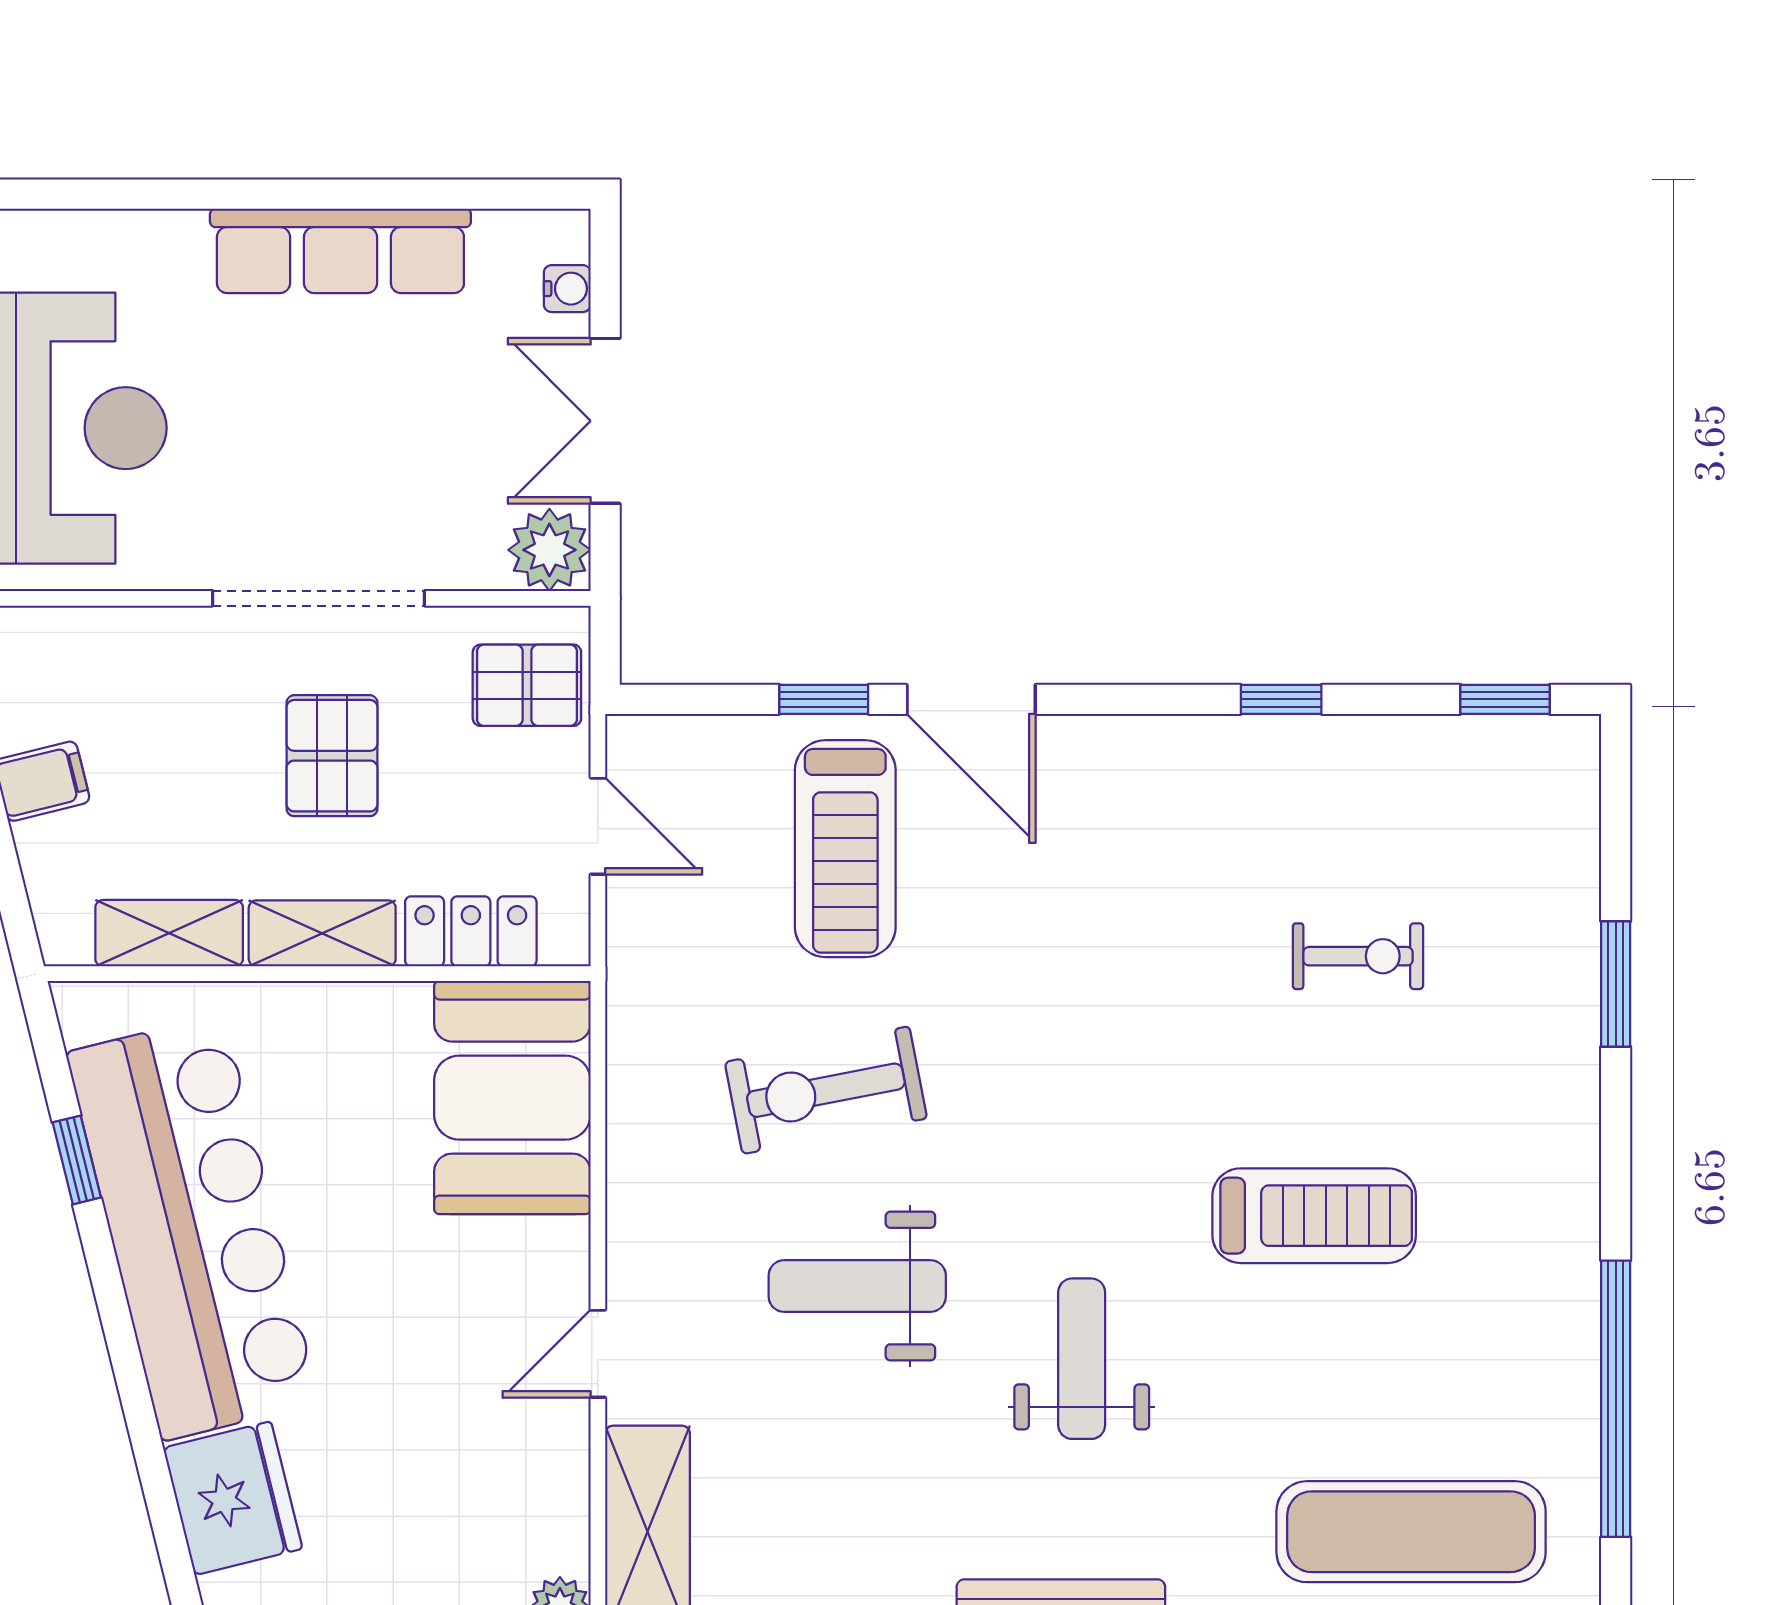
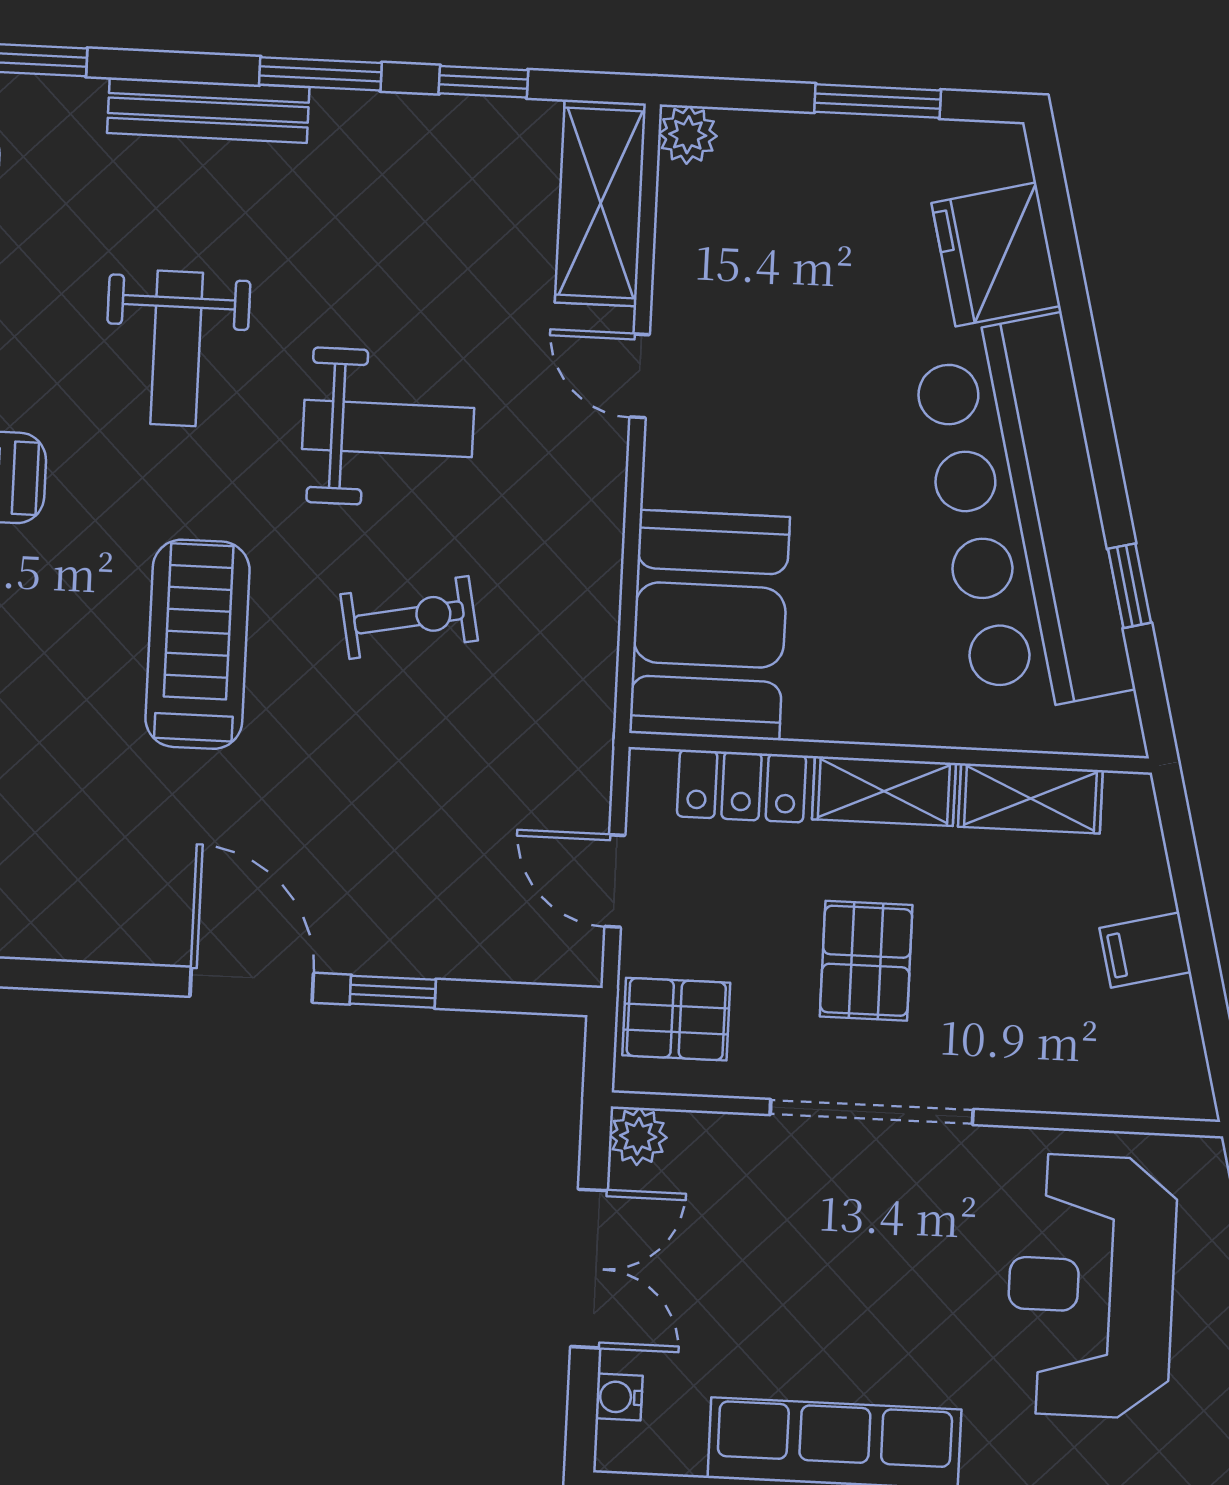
plant: (549, 550) -> (638, 1136), width x0.73, depth x0.73
treadmill: (845, 849) -> (198, 644), moved
exercise bike: (826, 1090) -> (409, 617), width x0.73, depth x0.72
door: (598, 1354) -> (640, 376), swing flipped

